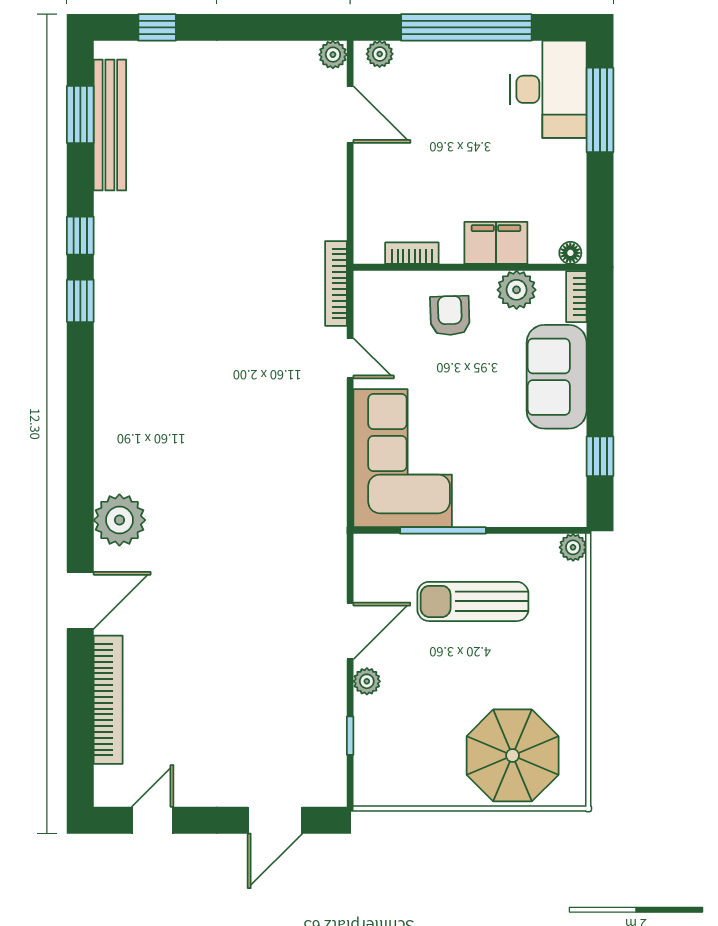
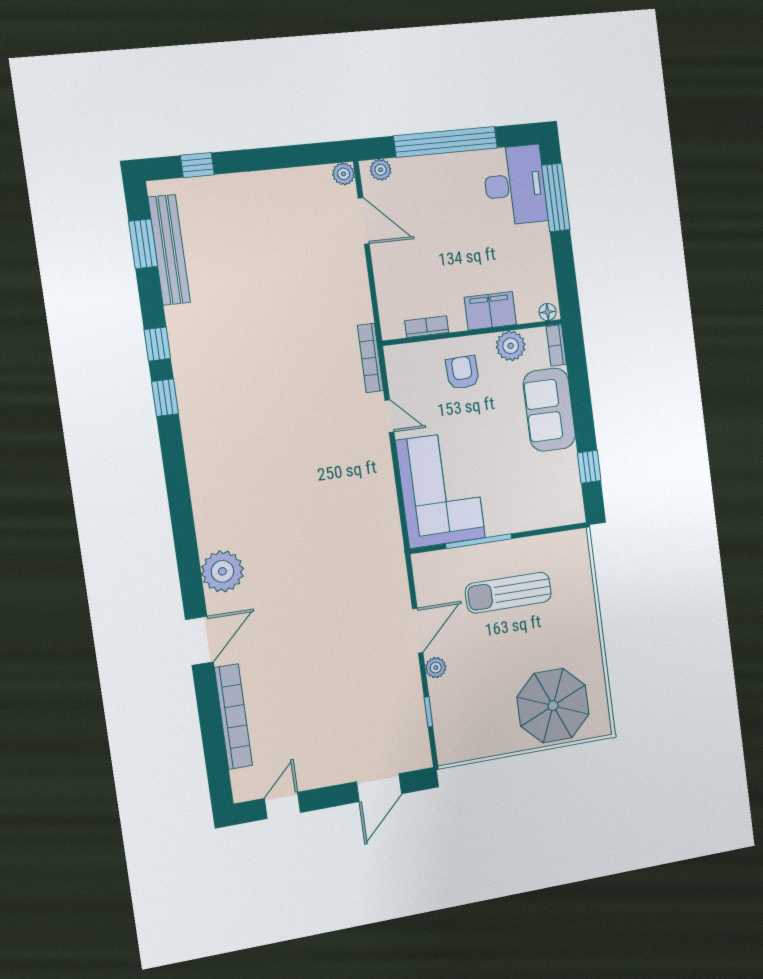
plant: (573, 547) -> (578, 539), removed

